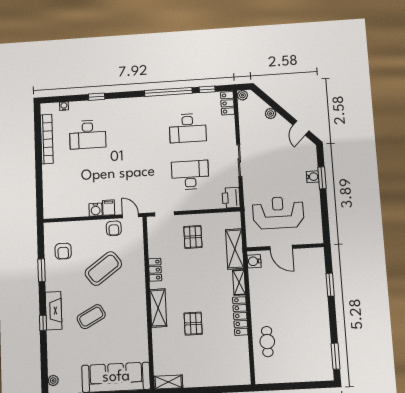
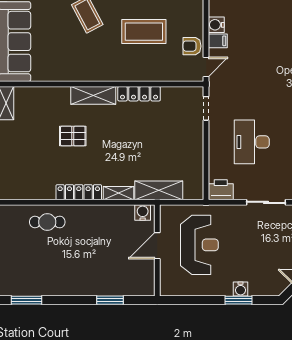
desk: (190, 175) -> (252, 142), turned 180
pallet: (193, 237) -> (176, 141), removed
coffee table: (103, 269) -> (144, 32), turned -54
locker: (155, 270) -> (139, 94), width x1.53

